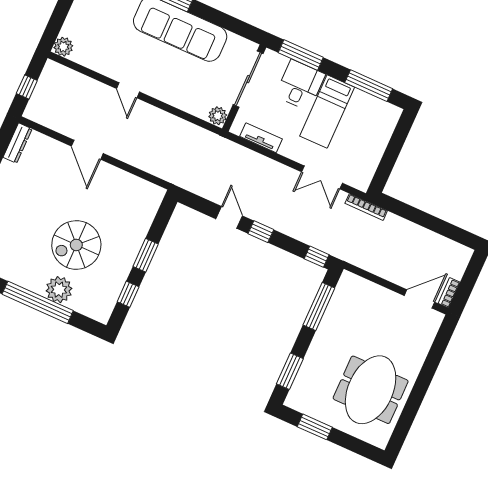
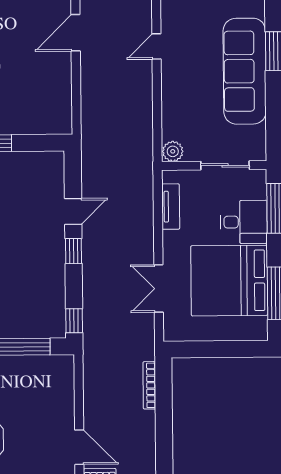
sliding door: (248, 79) -> (225, 165), width x0.73
bed: (327, 112) -> (229, 281), width x2.04
bookcase: (366, 207) -> (149, 385), moved

